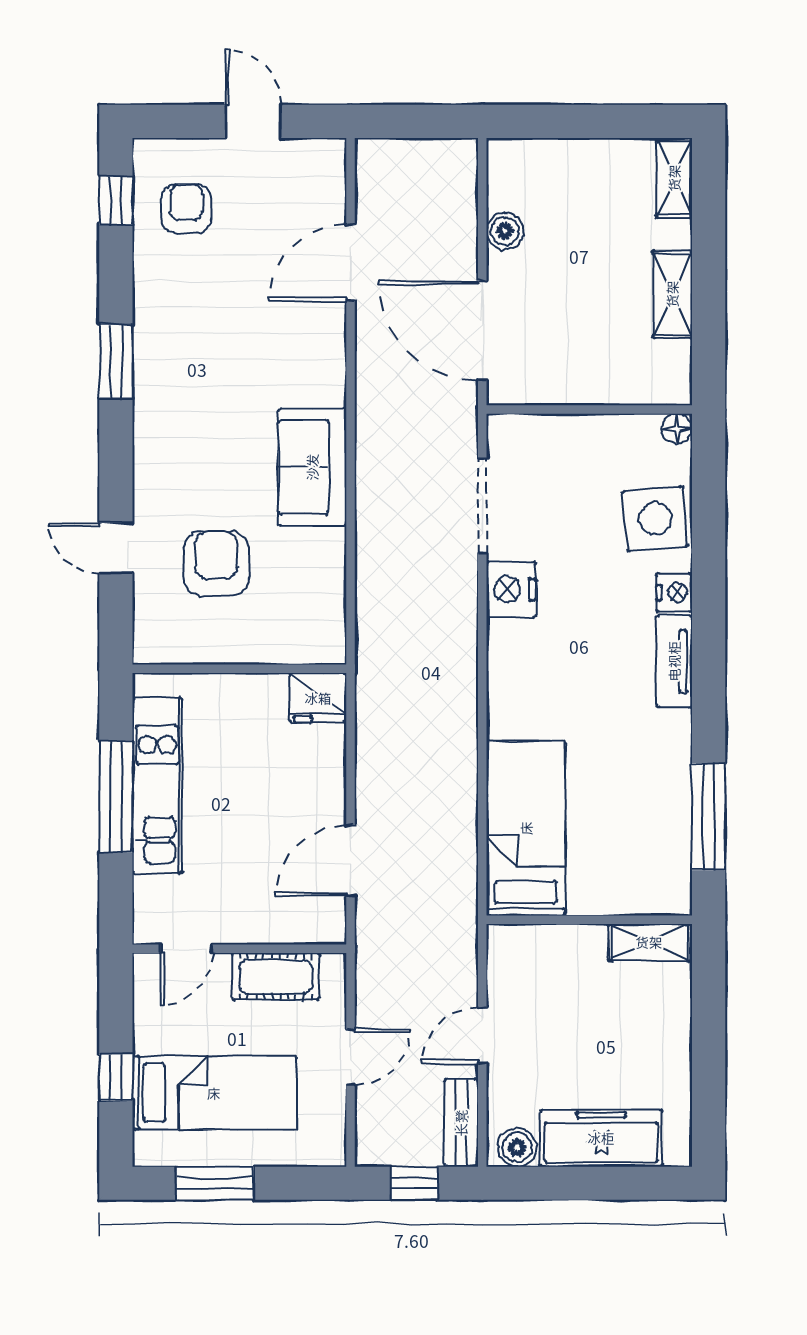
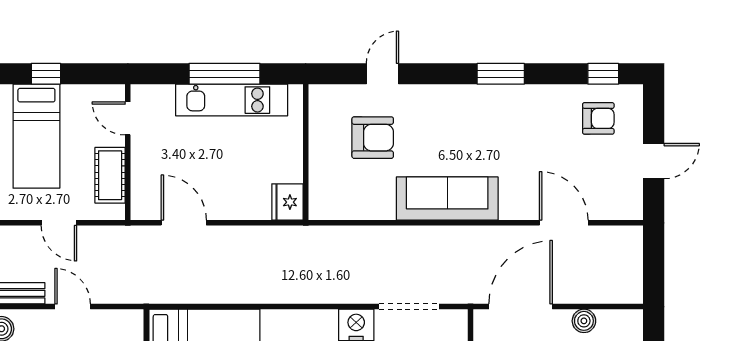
sofa: (312, 467) -> (447, 199), width x1.36

